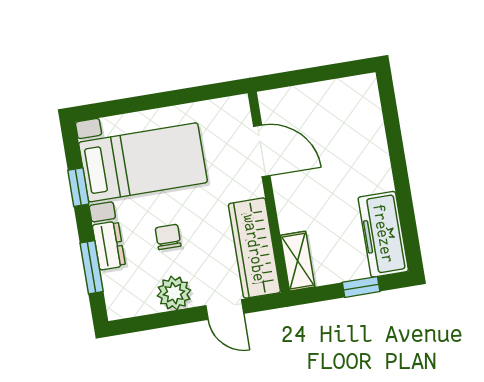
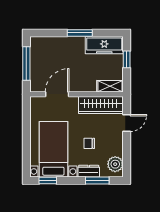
window: (317, 74) -> (26, 64), added
window: (401, 177) -> (80, 33), added
window: (78, 187) -> (48, 181), moved
plant: (174, 293) -> (115, 164), moved

